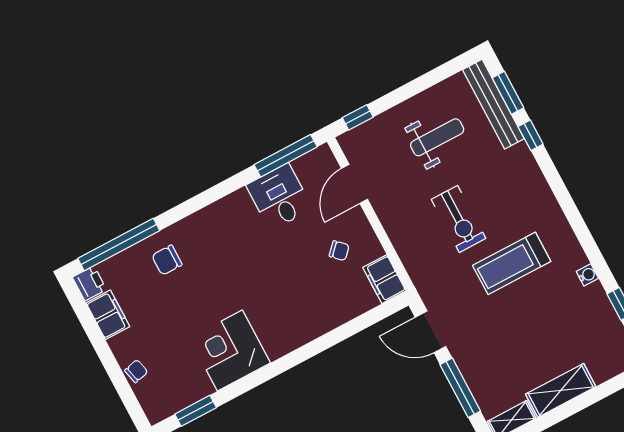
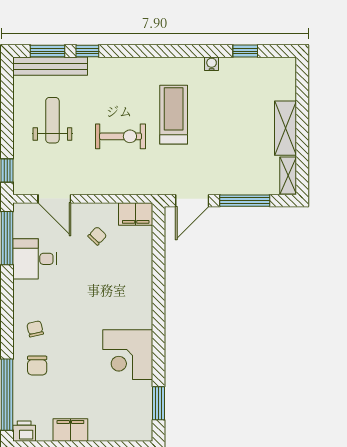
treadmill: (512, 263) -> (174, 115), turned 180
filing cabinet: (108, 315) -> (70, 430), moved
chair: (136, 371) -> (35, 329), moved

